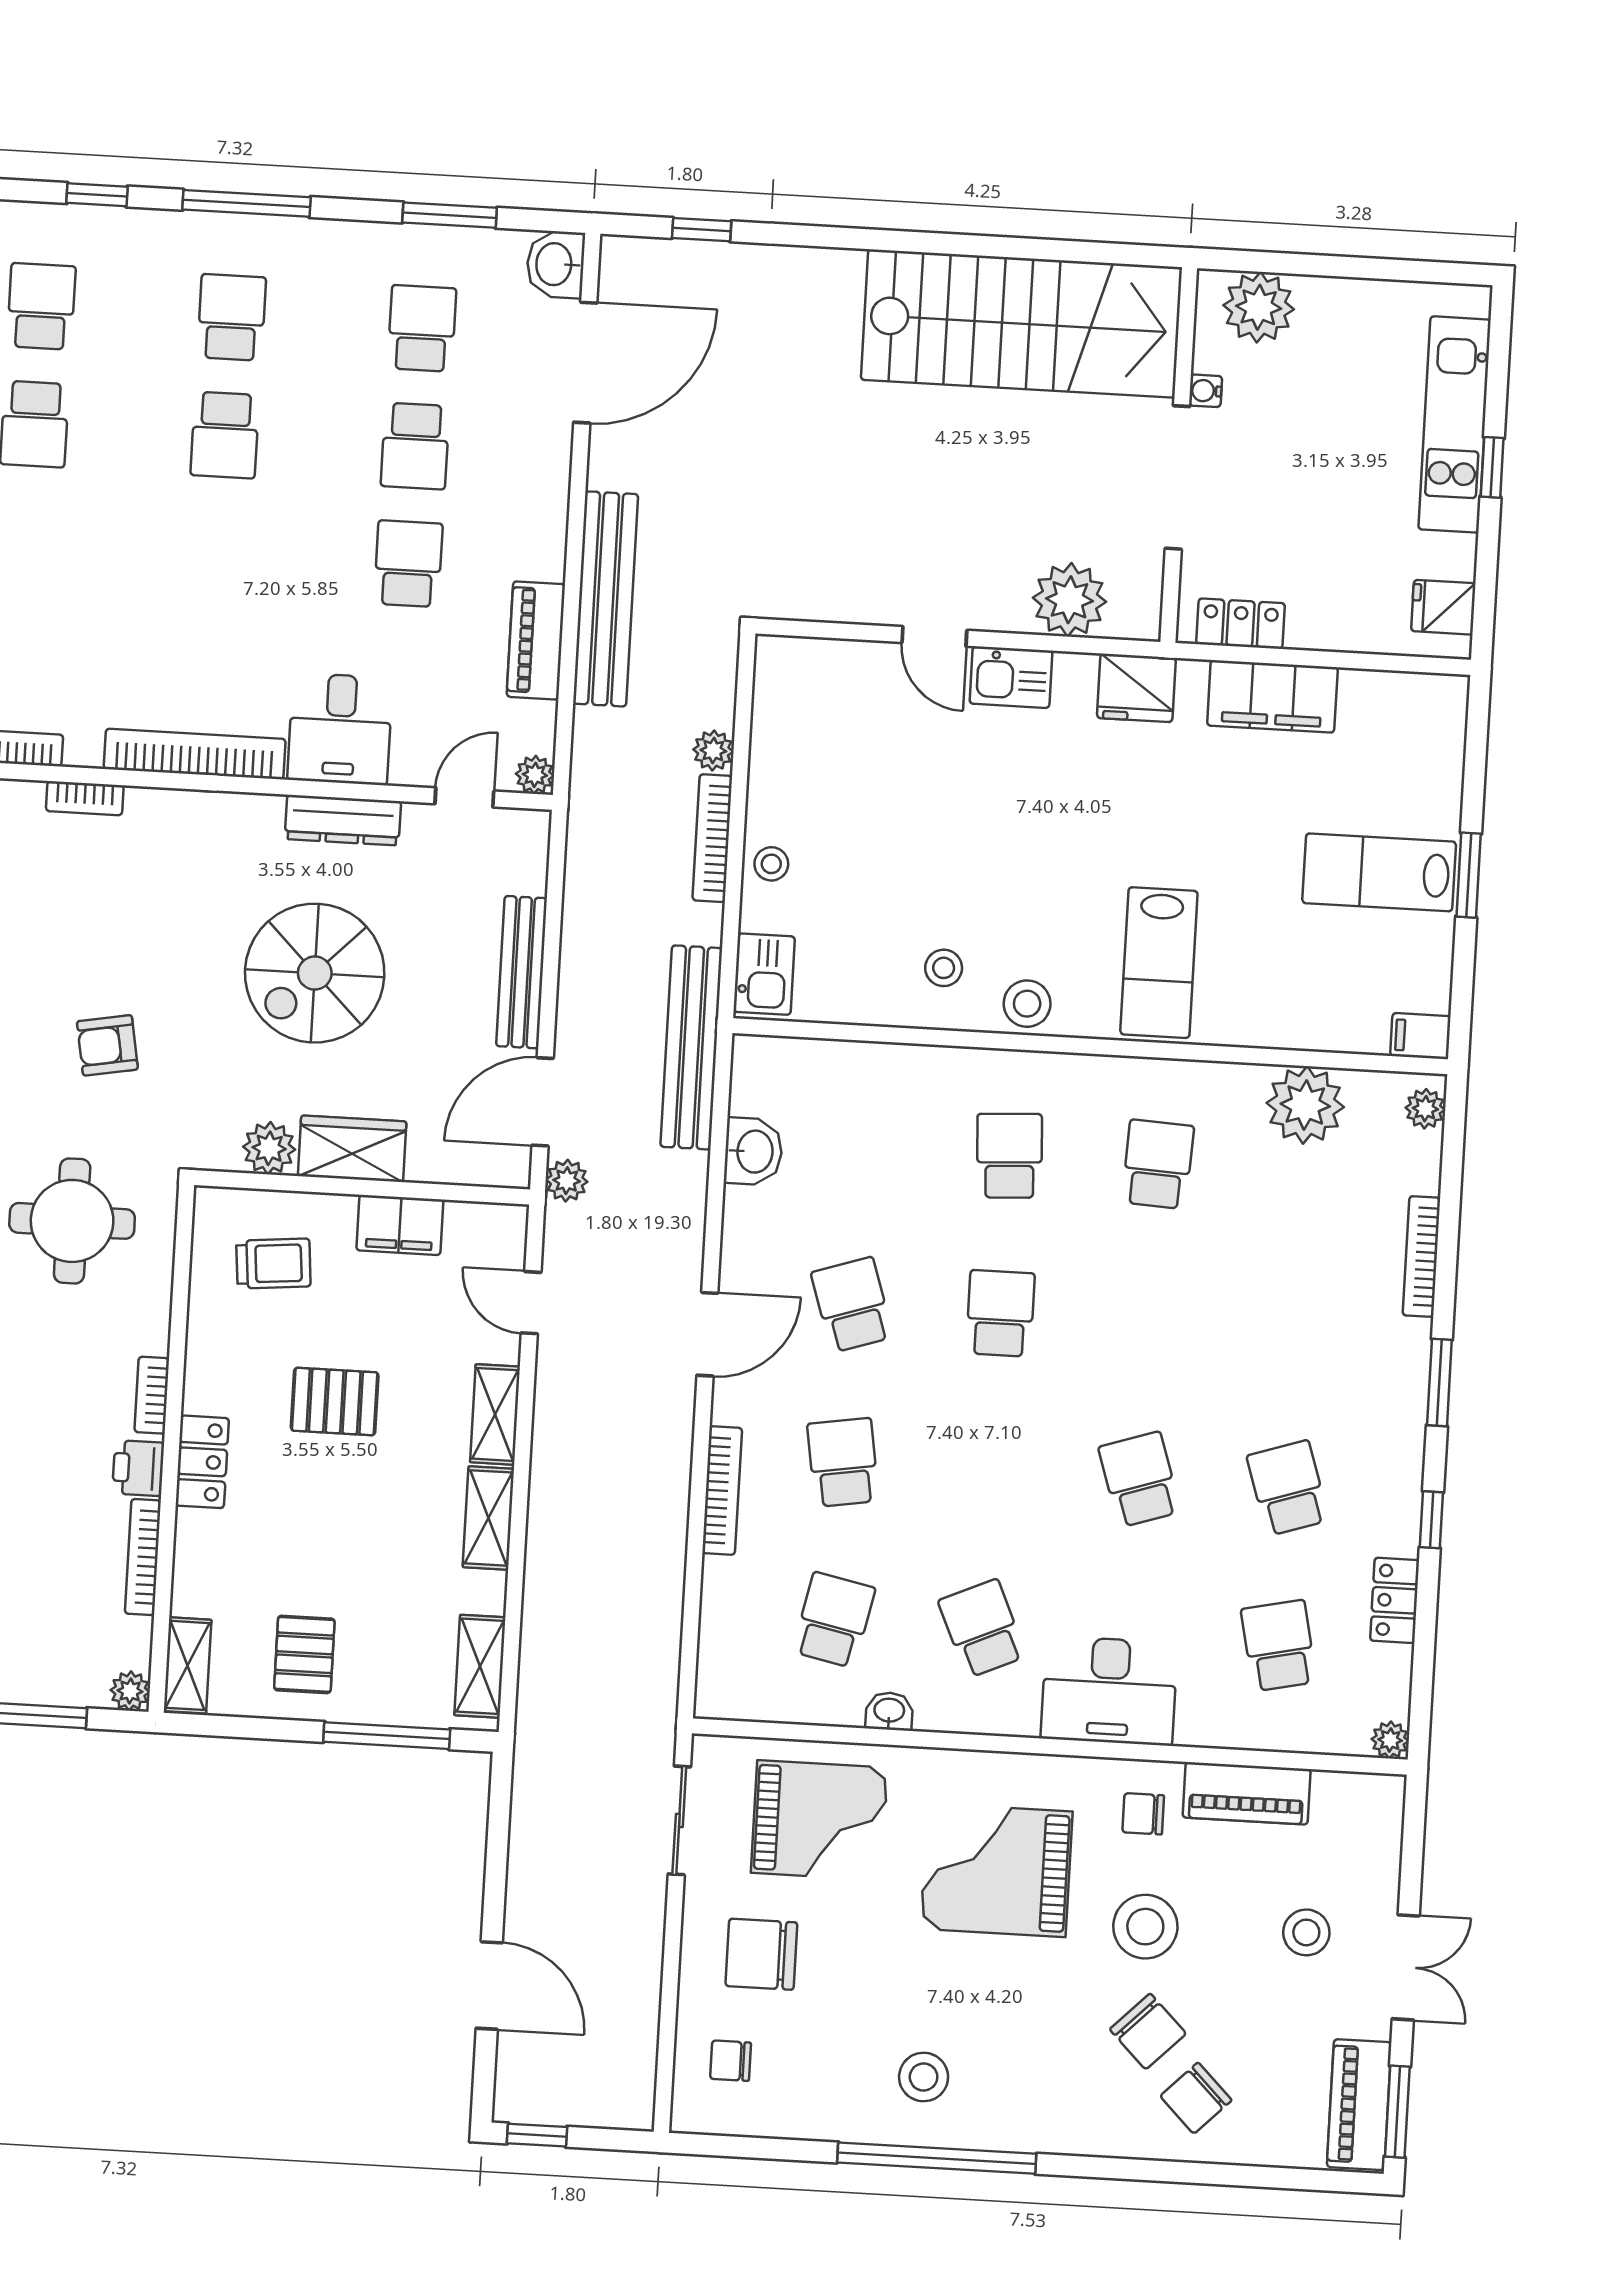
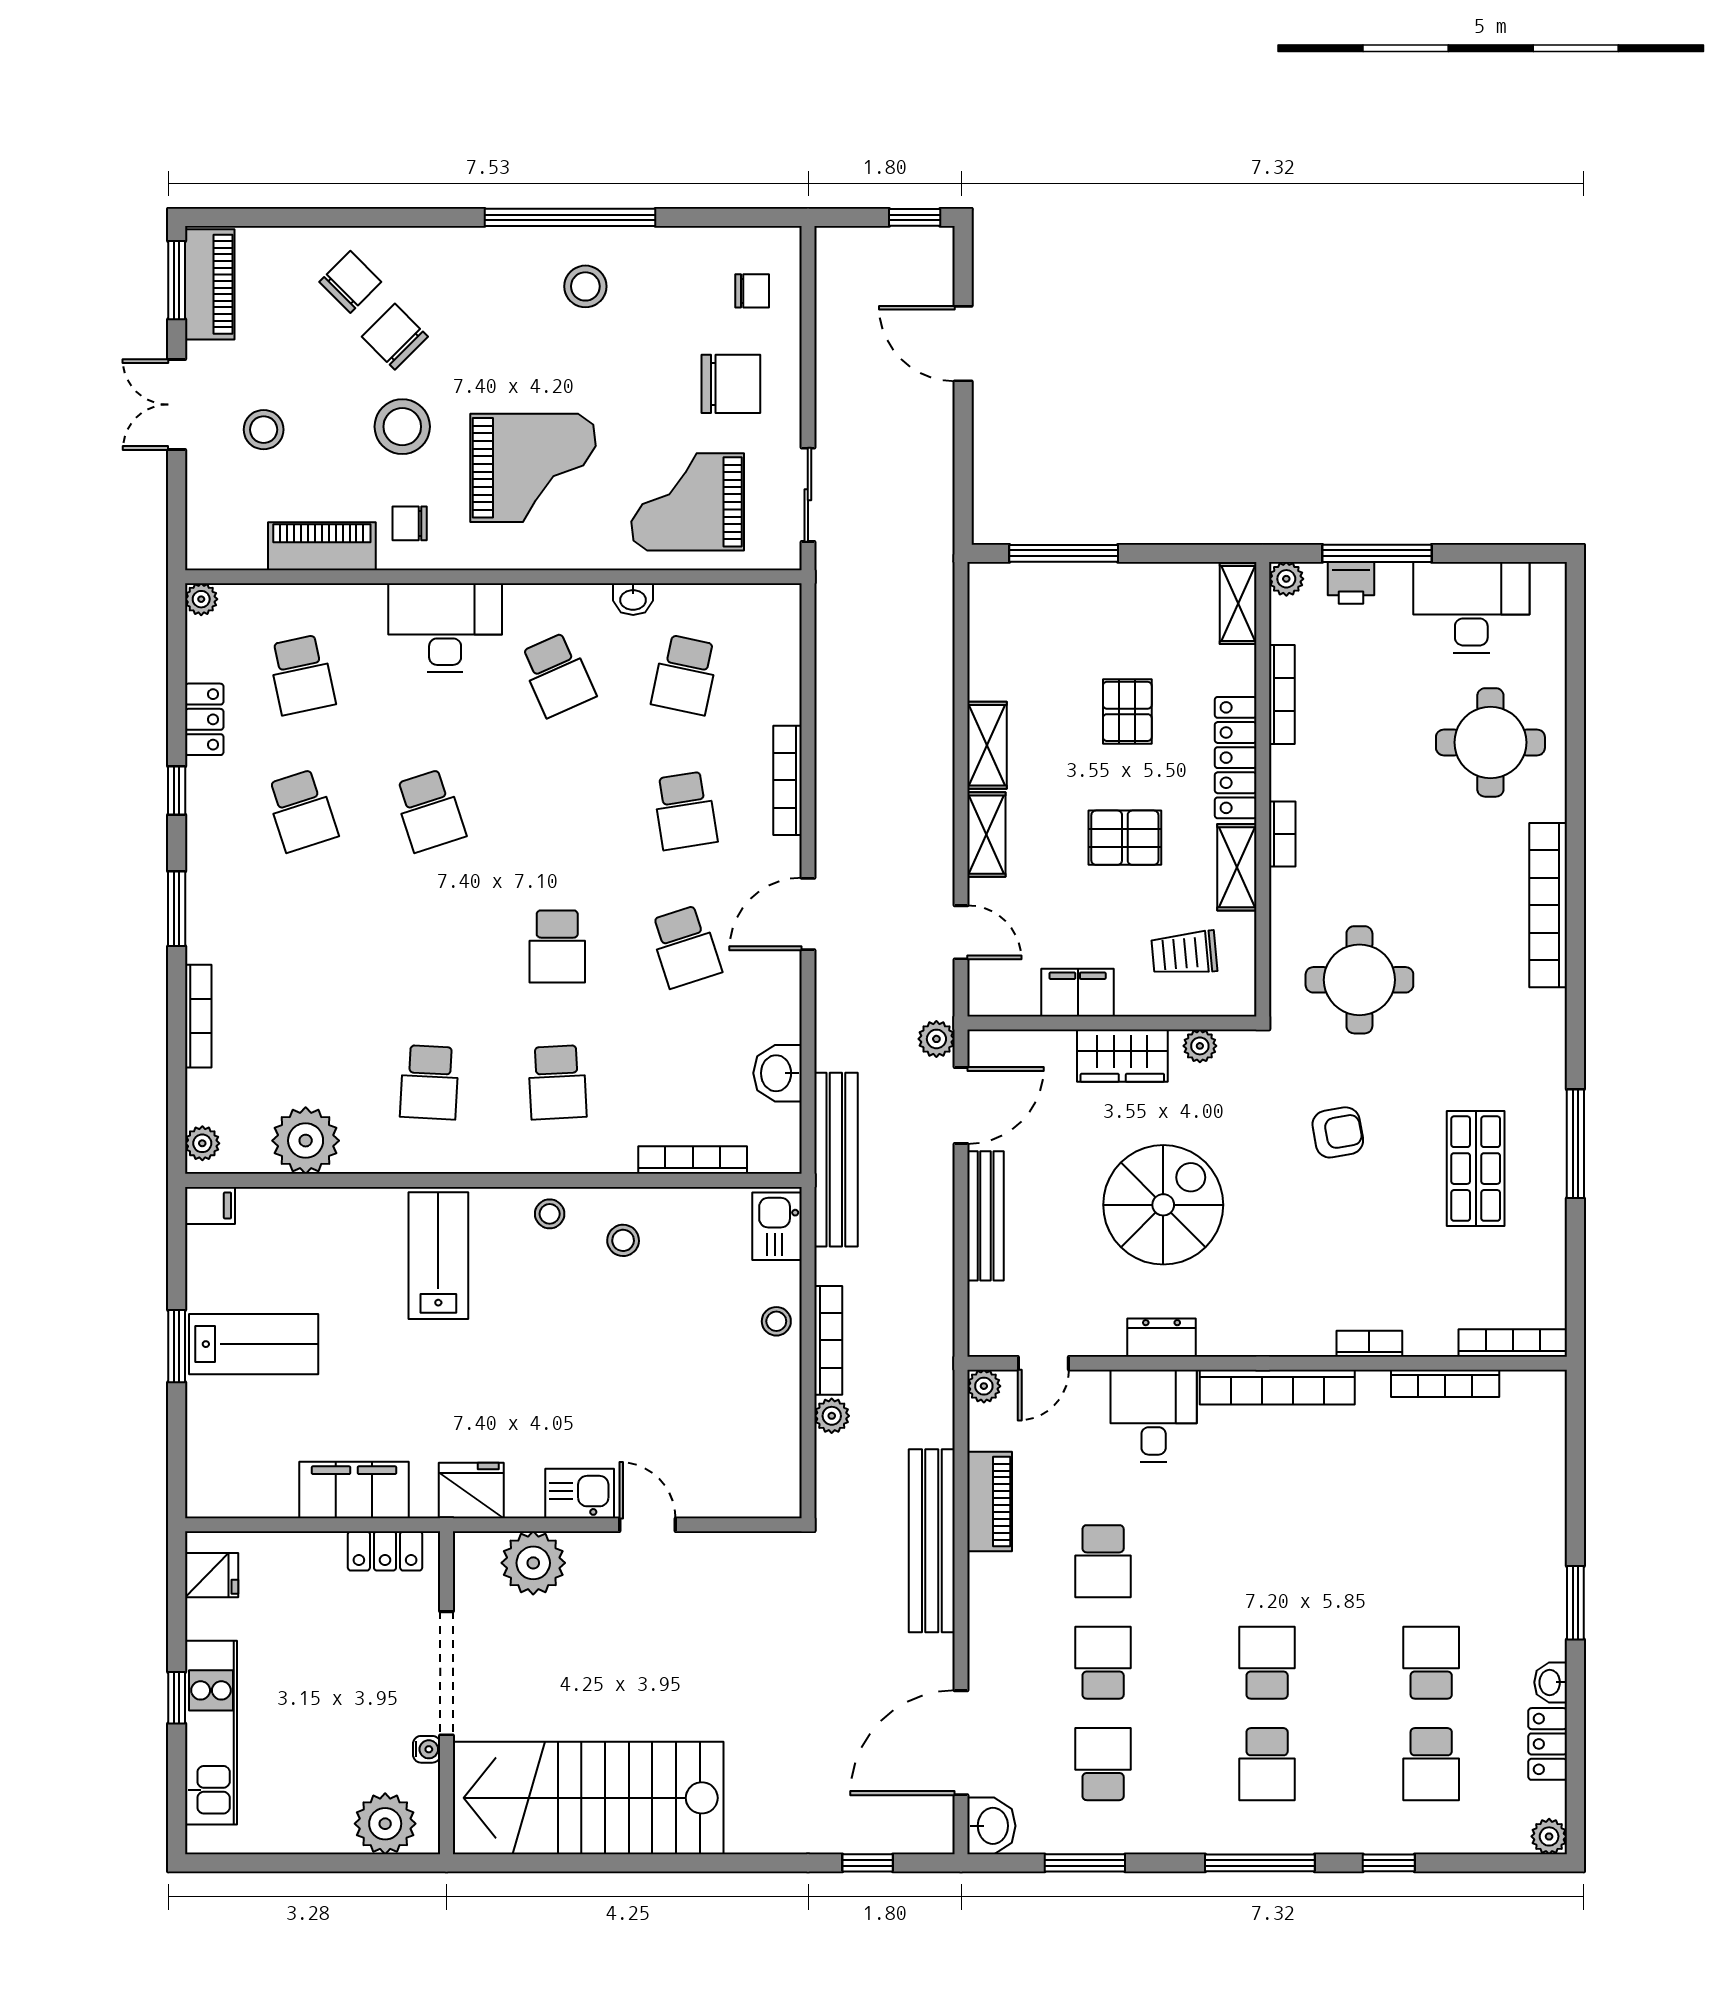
school desk: (422, 328) -> (1103, 1764), turned 180
dresser: (343, 820) -> (1162, 1338), width x0.70
stool: (1027, 1004) -> (550, 1214), width x0.73, depth x0.73
bookcase: (858, 1056) -> (693, 1160), added
plant: (269, 1148) -> (1200, 1046), width x0.73, depth x0.73
locker: (202, 1462) -> (1236, 758), width x1.53
printer: (138, 1468) -> (1351, 583), moved, turned 90
pallet: (304, 1654) -> (1127, 711), moved
shelving: (480, 1666) -> (1237, 867), moved
chair: (1143, 1814) -> (410, 523), turned 180

